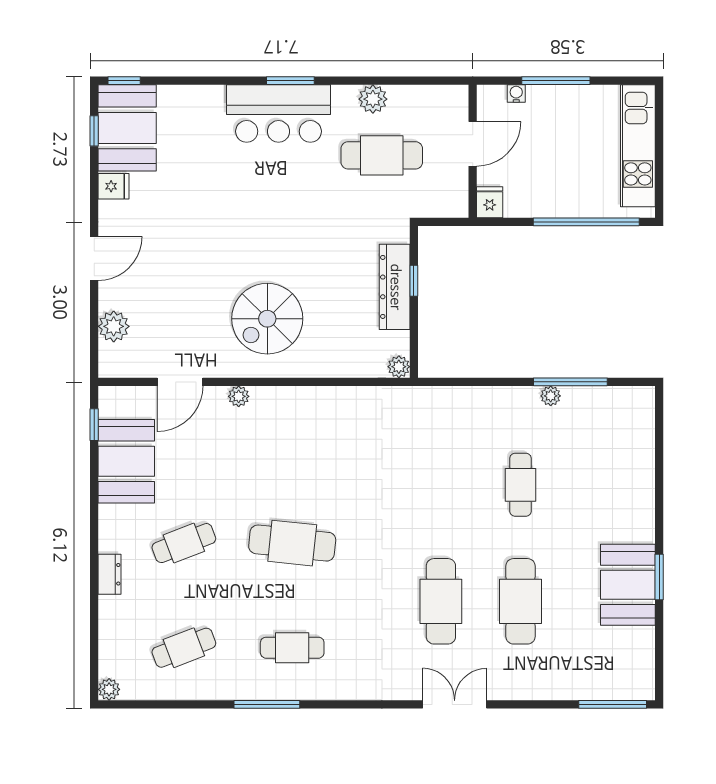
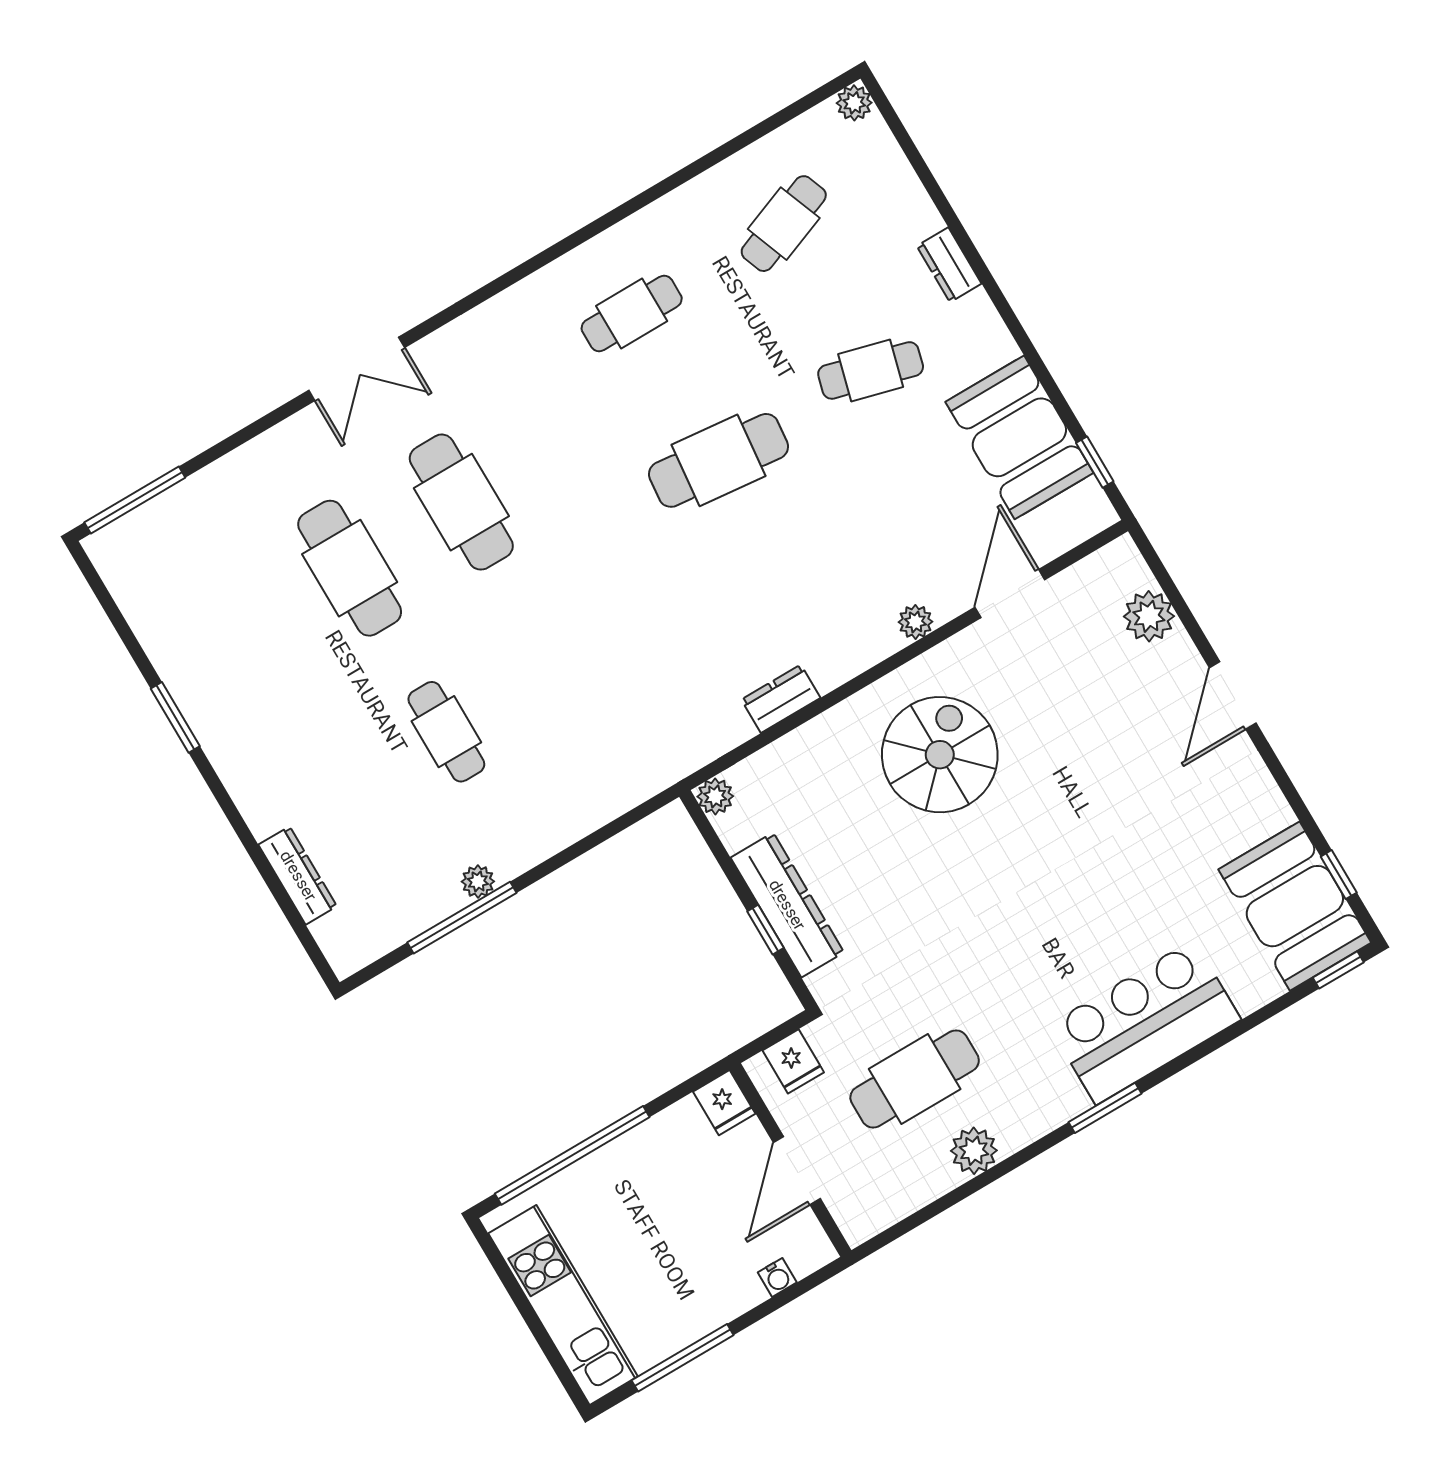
window: (556, 81) -> (683, 1358), moved
bar counter: (279, 114) -> (1145, 1022), moved
fridge: (114, 186) -> (793, 1061), moved, turned -90
dresser: (334, 398) -> (781, 699), added
dresser: (644, 455) -> (298, 876), added
cafe table: (184, 543) -> (871, 370), turned 36
booth: (628, 585) -> (213, 680), removed
window: (267, 704) -> (620, 213), removed

